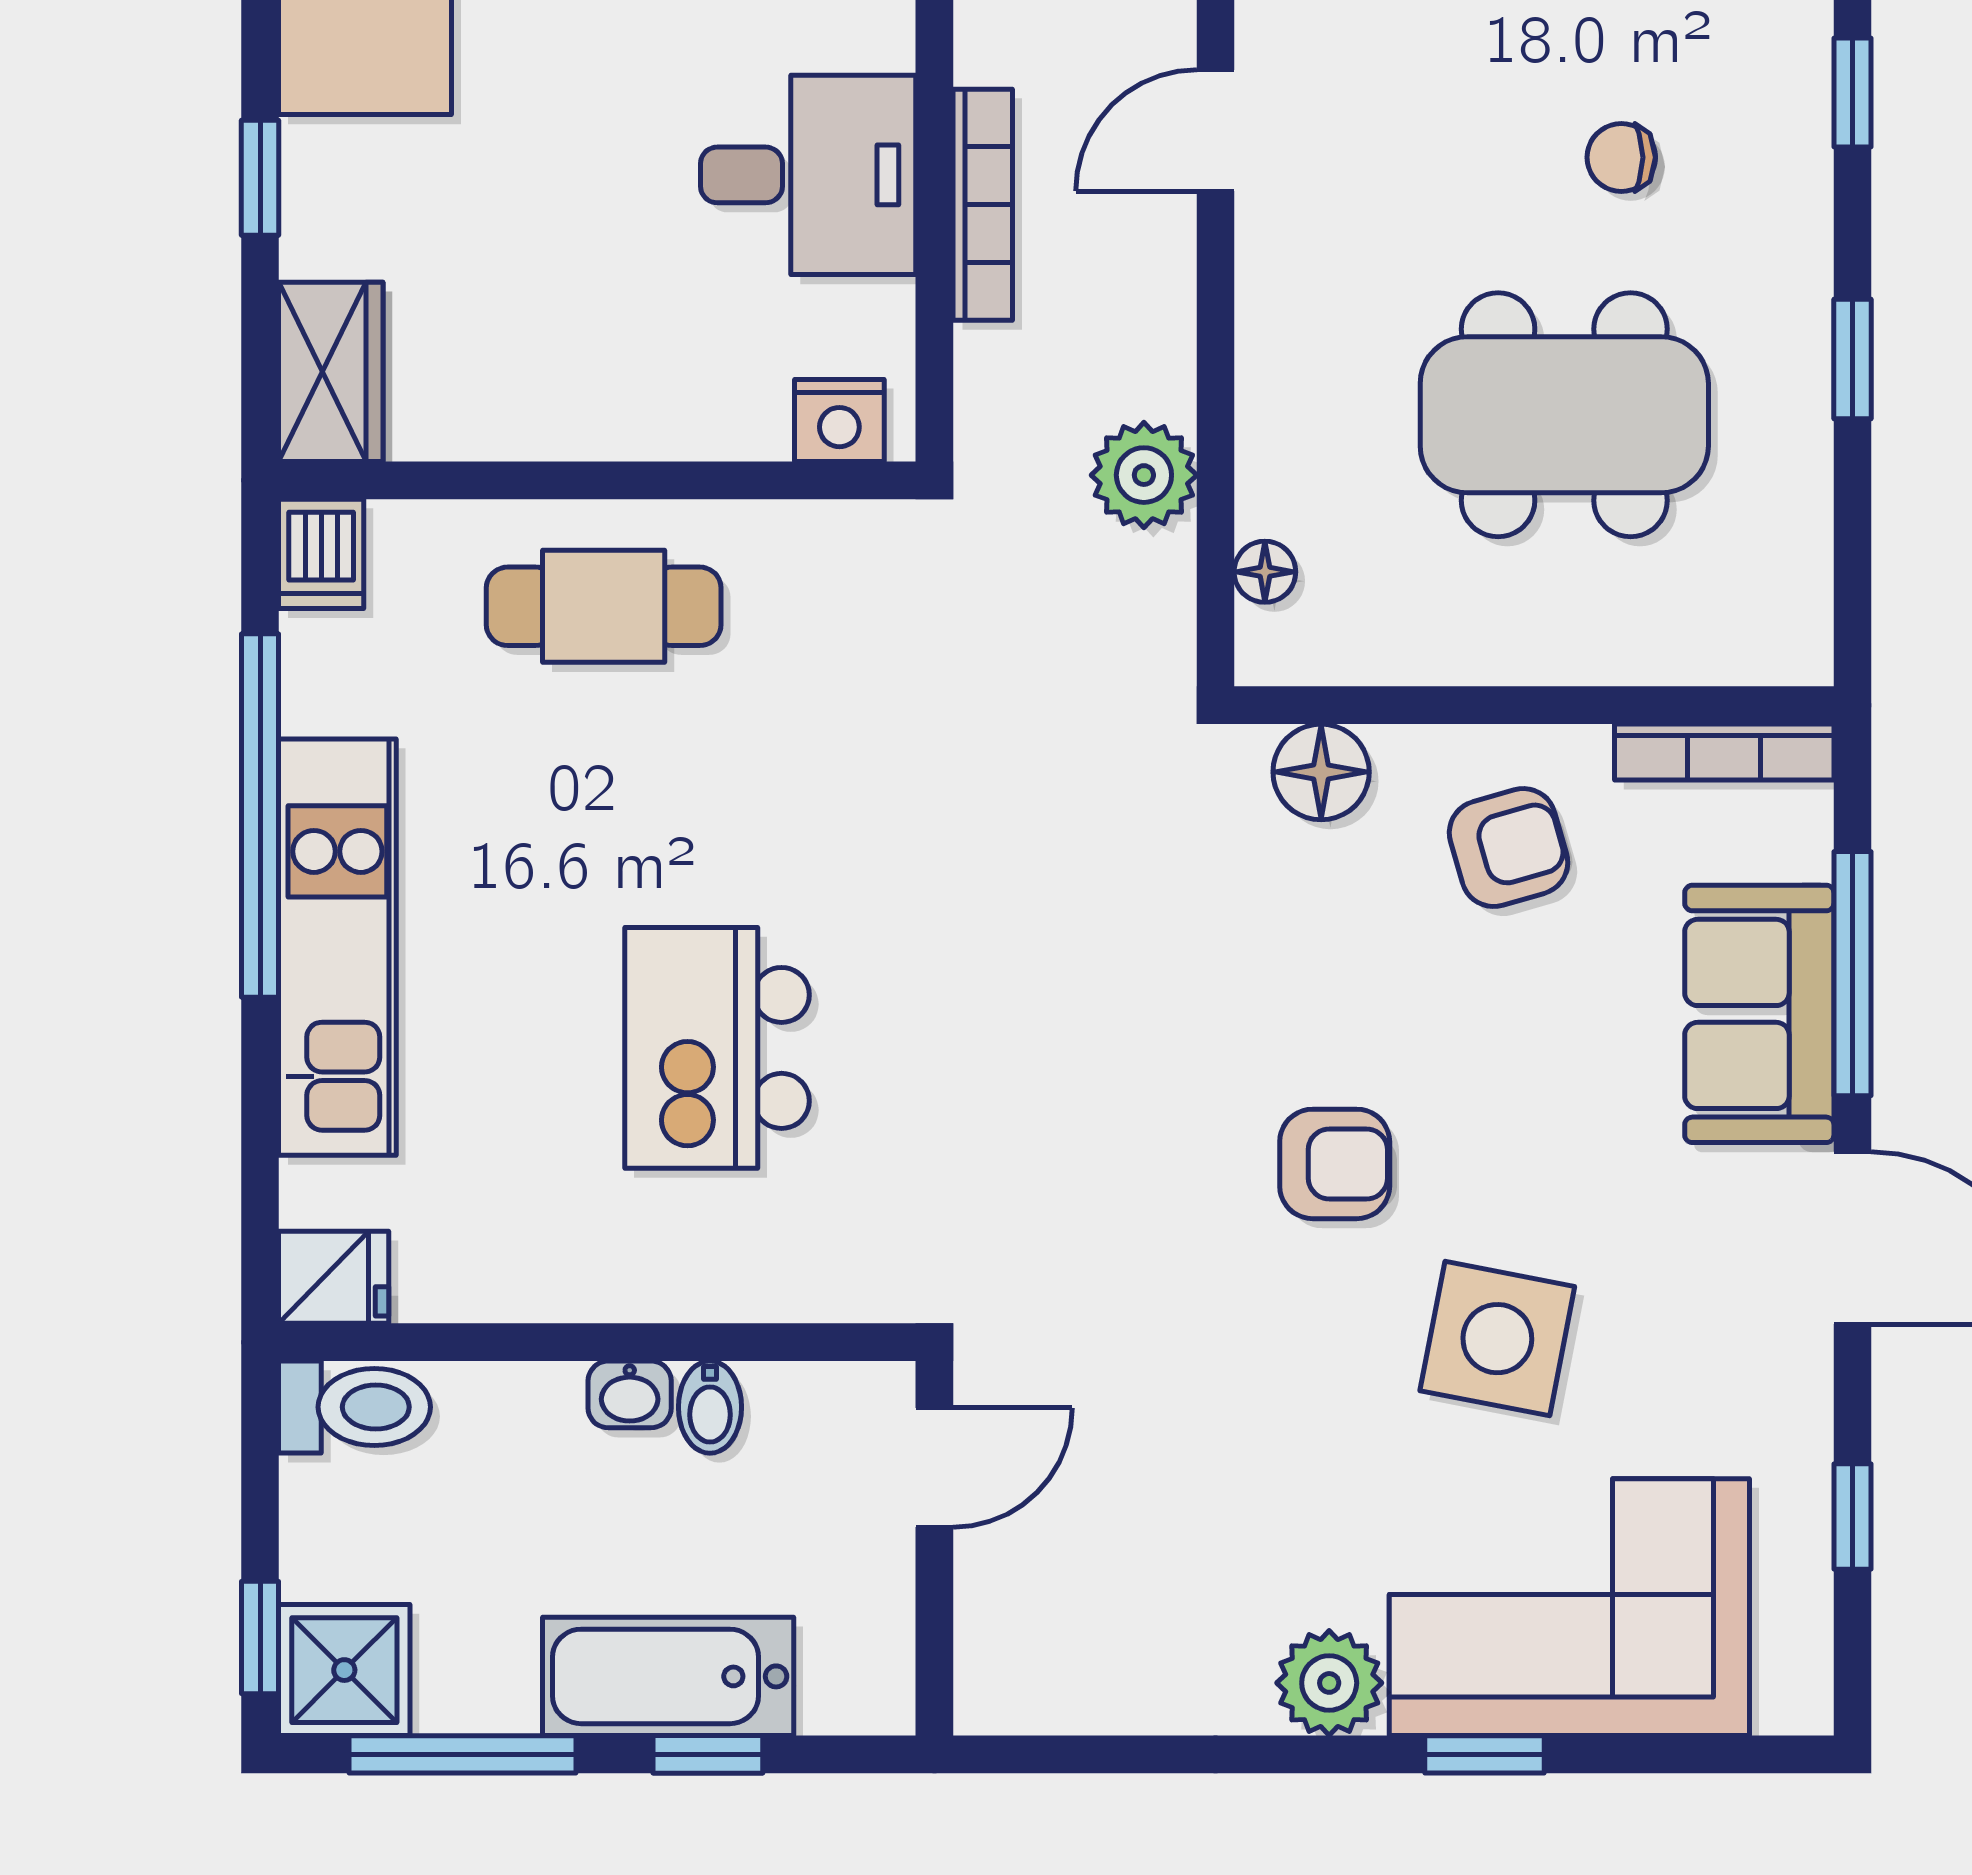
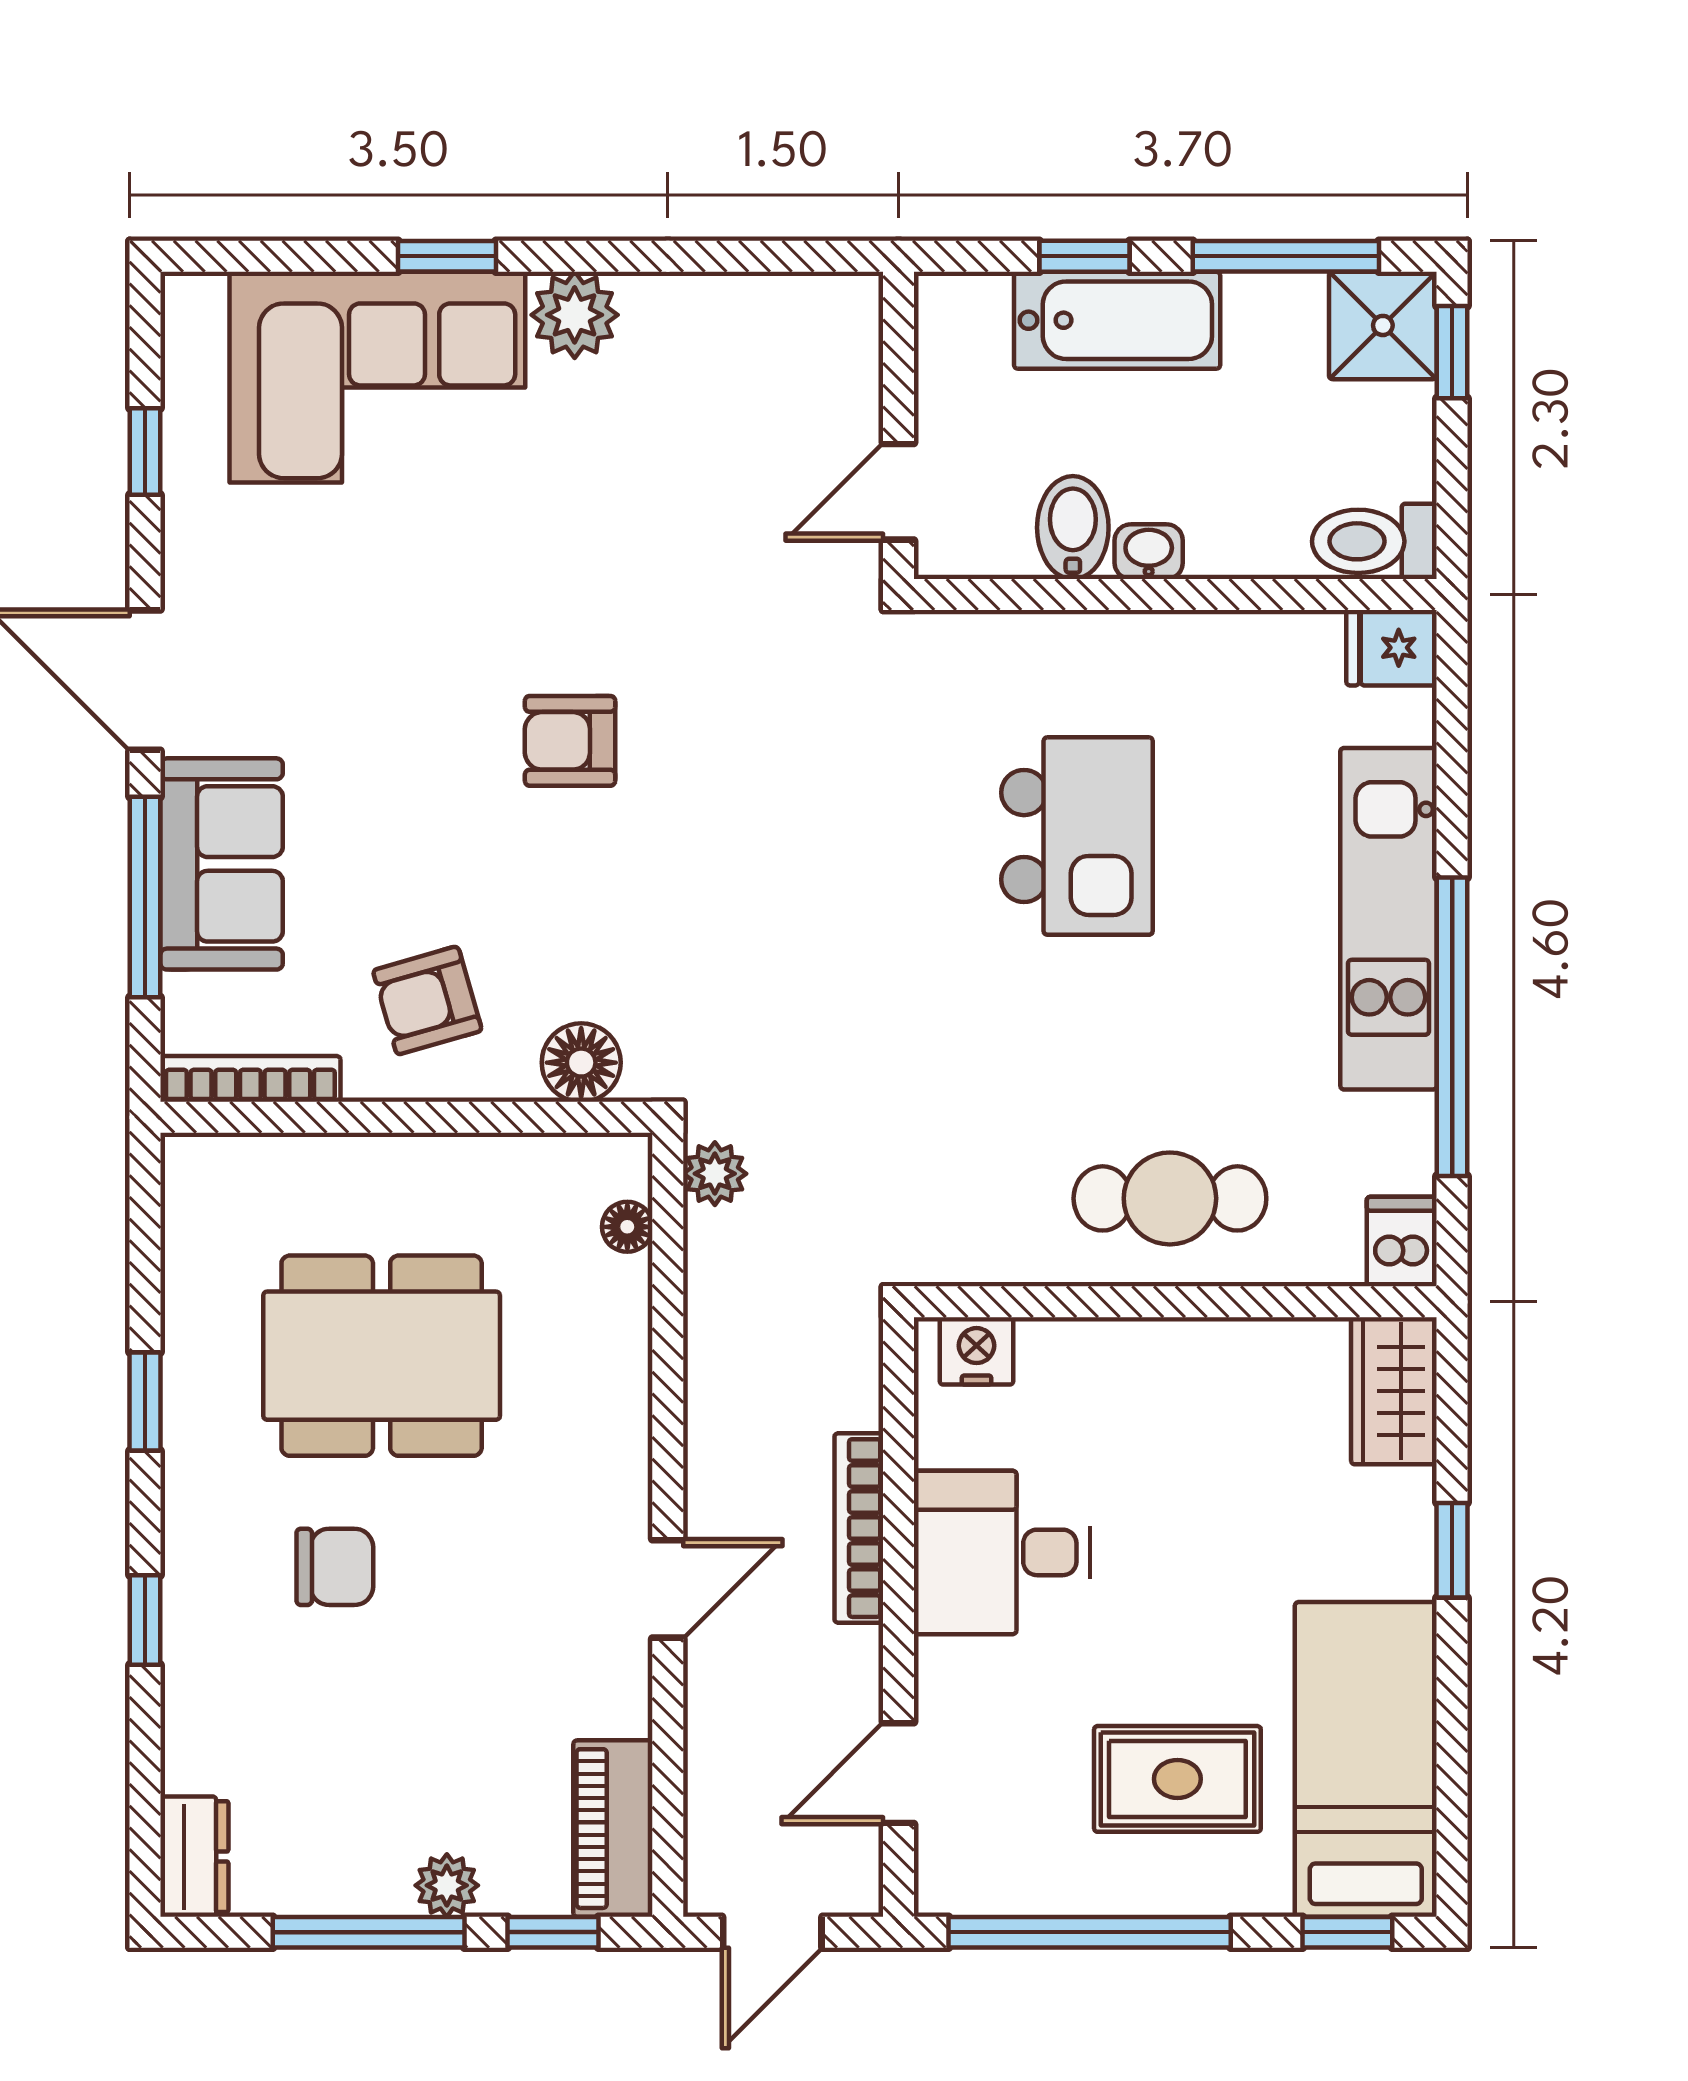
chair: (1621, 157) -> (335, 1567), width x1.37, depth x1.37
plant: (1144, 475) -> (715, 1174), moved, width x0.73, depth x0.73
side table: (1497, 1339) -> (437, 597), removed
bidet: (710, 1407) -> (1073, 528), width x1.38, depth x1.36

